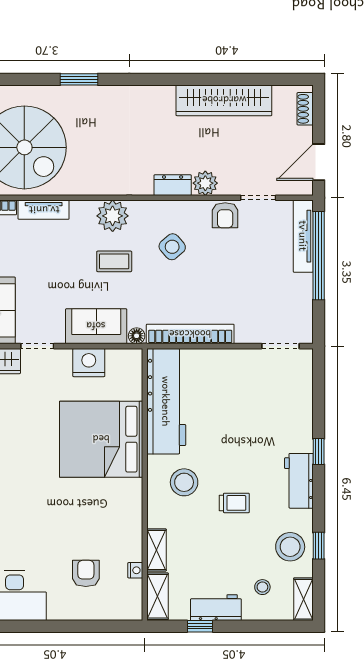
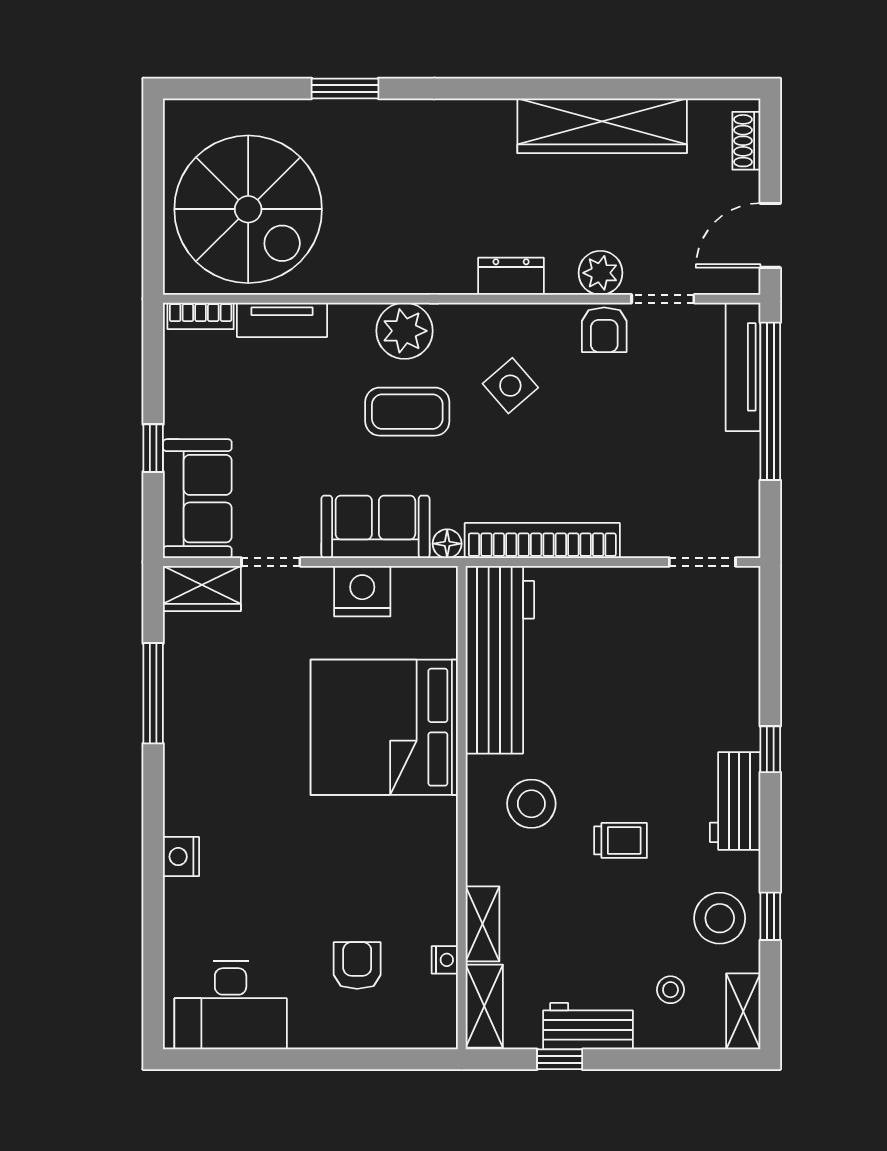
plant: (205, 183) -> (601, 273), moved
coffee table: (114, 261) -> (407, 412), width x1.36, depth x1.30

